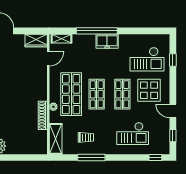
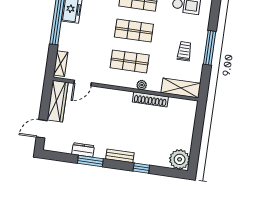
wardrobe: (36, 40) -> (58, 101), width x1.50
door: (48, 59) -> (83, 83), swing flipped
shop shelf: (71, 94) -> (130, 61), width x0.70, depth x0.74

